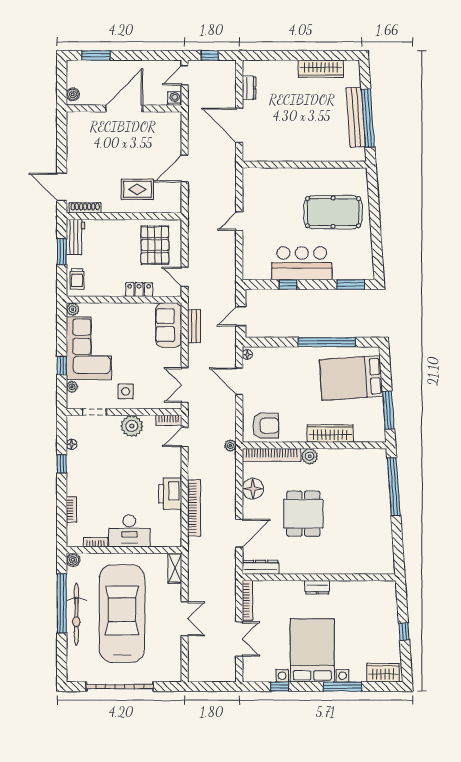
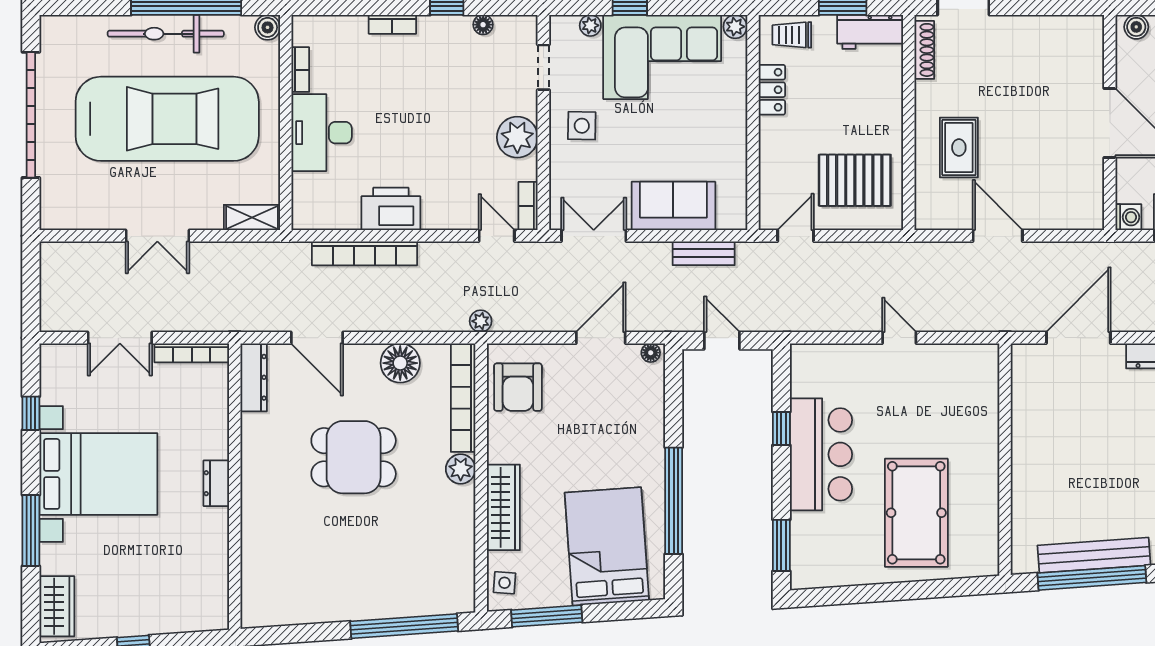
locker: (139, 290) -> (772, 90), moved
sofa: (169, 325) -> (673, 206), moved
side table: (371, 433) -> (505, 583), added
bookcase: (71, 510) -> (392, 24), moved

